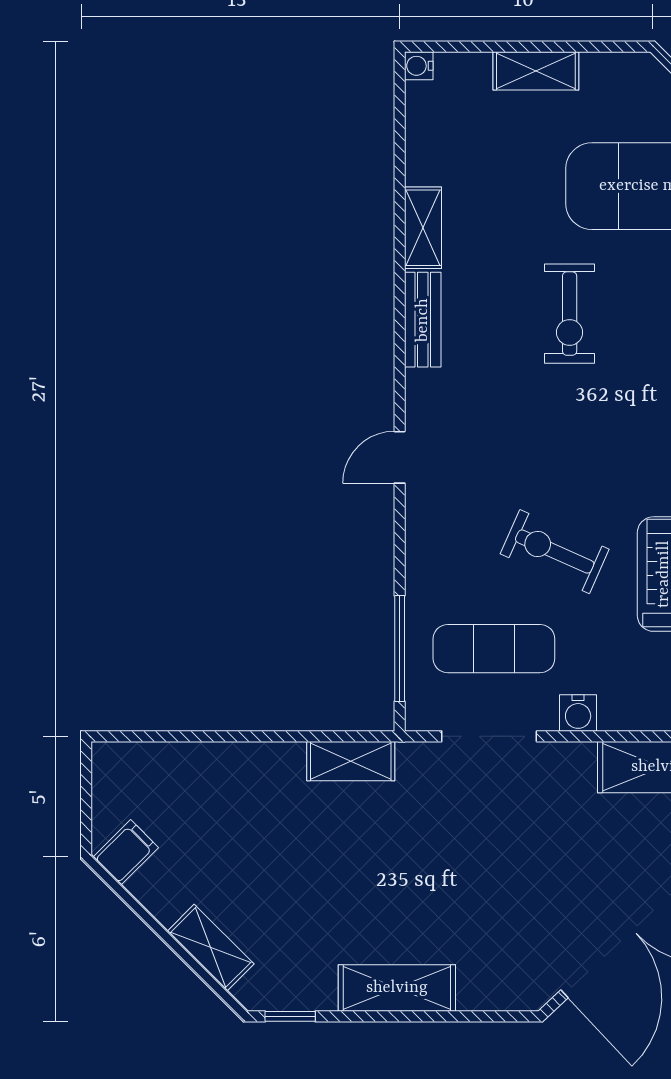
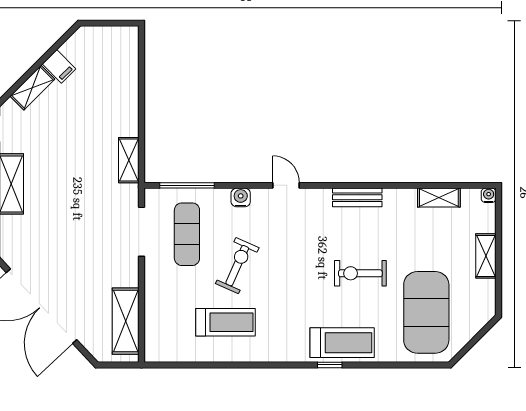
shelving: (423, 228) -> (439, 198), moved
water cooler: (578, 713) -> (241, 197), moved, turned 90
filing cabinet: (126, 852) -> (59, 66), moved

